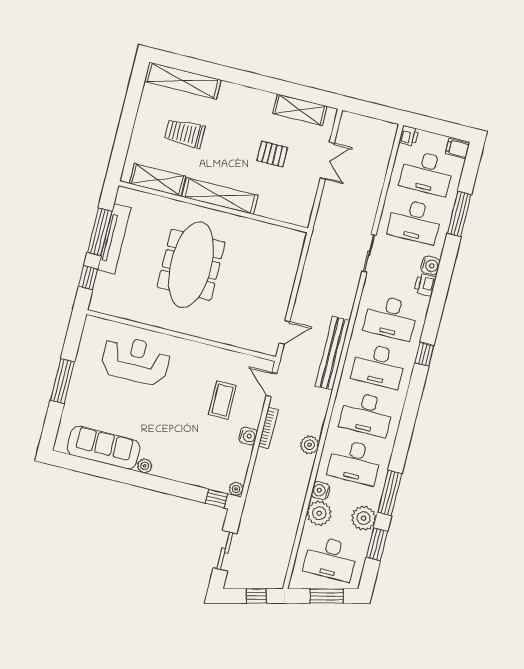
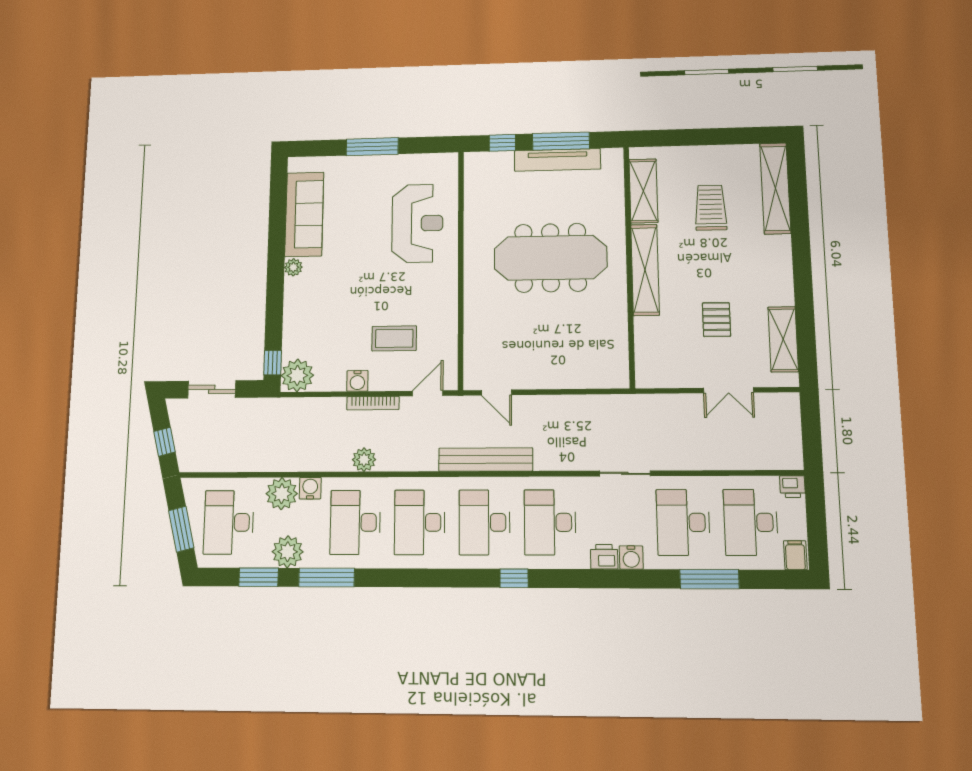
plant: (236, 489) -> (297, 375), width x1.87, depth x1.87

